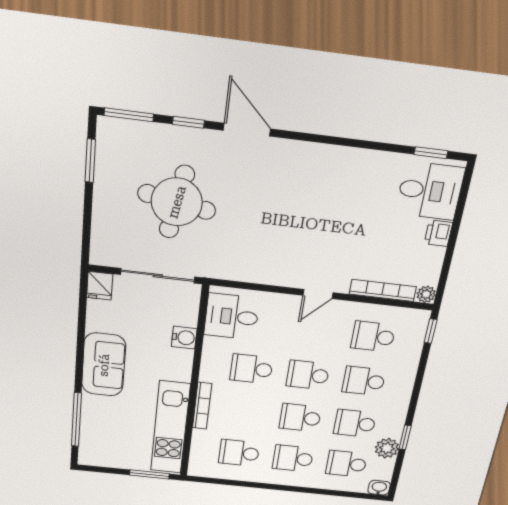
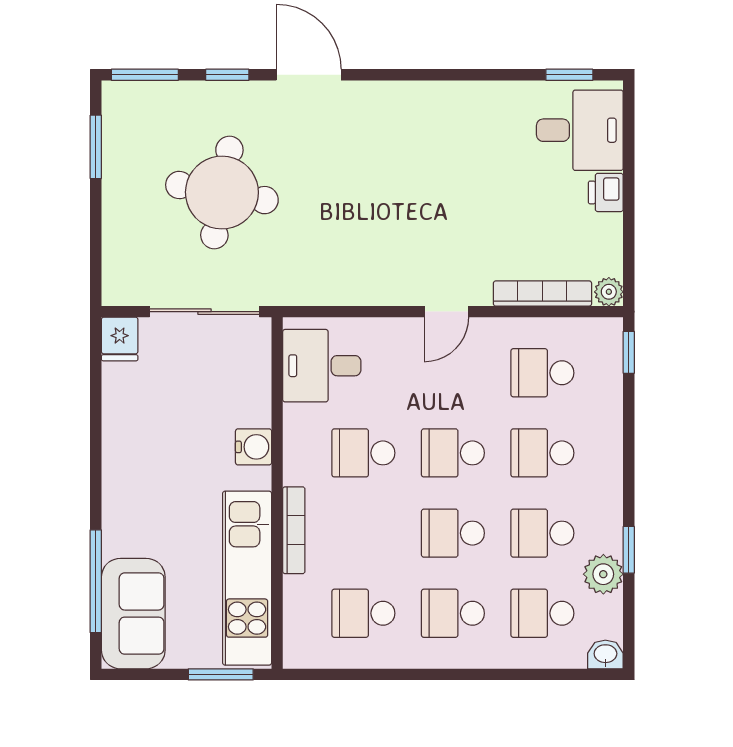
water cooler: (184, 338) -> (254, 447), moved
sofa: (104, 365) -> (133, 614), moved

